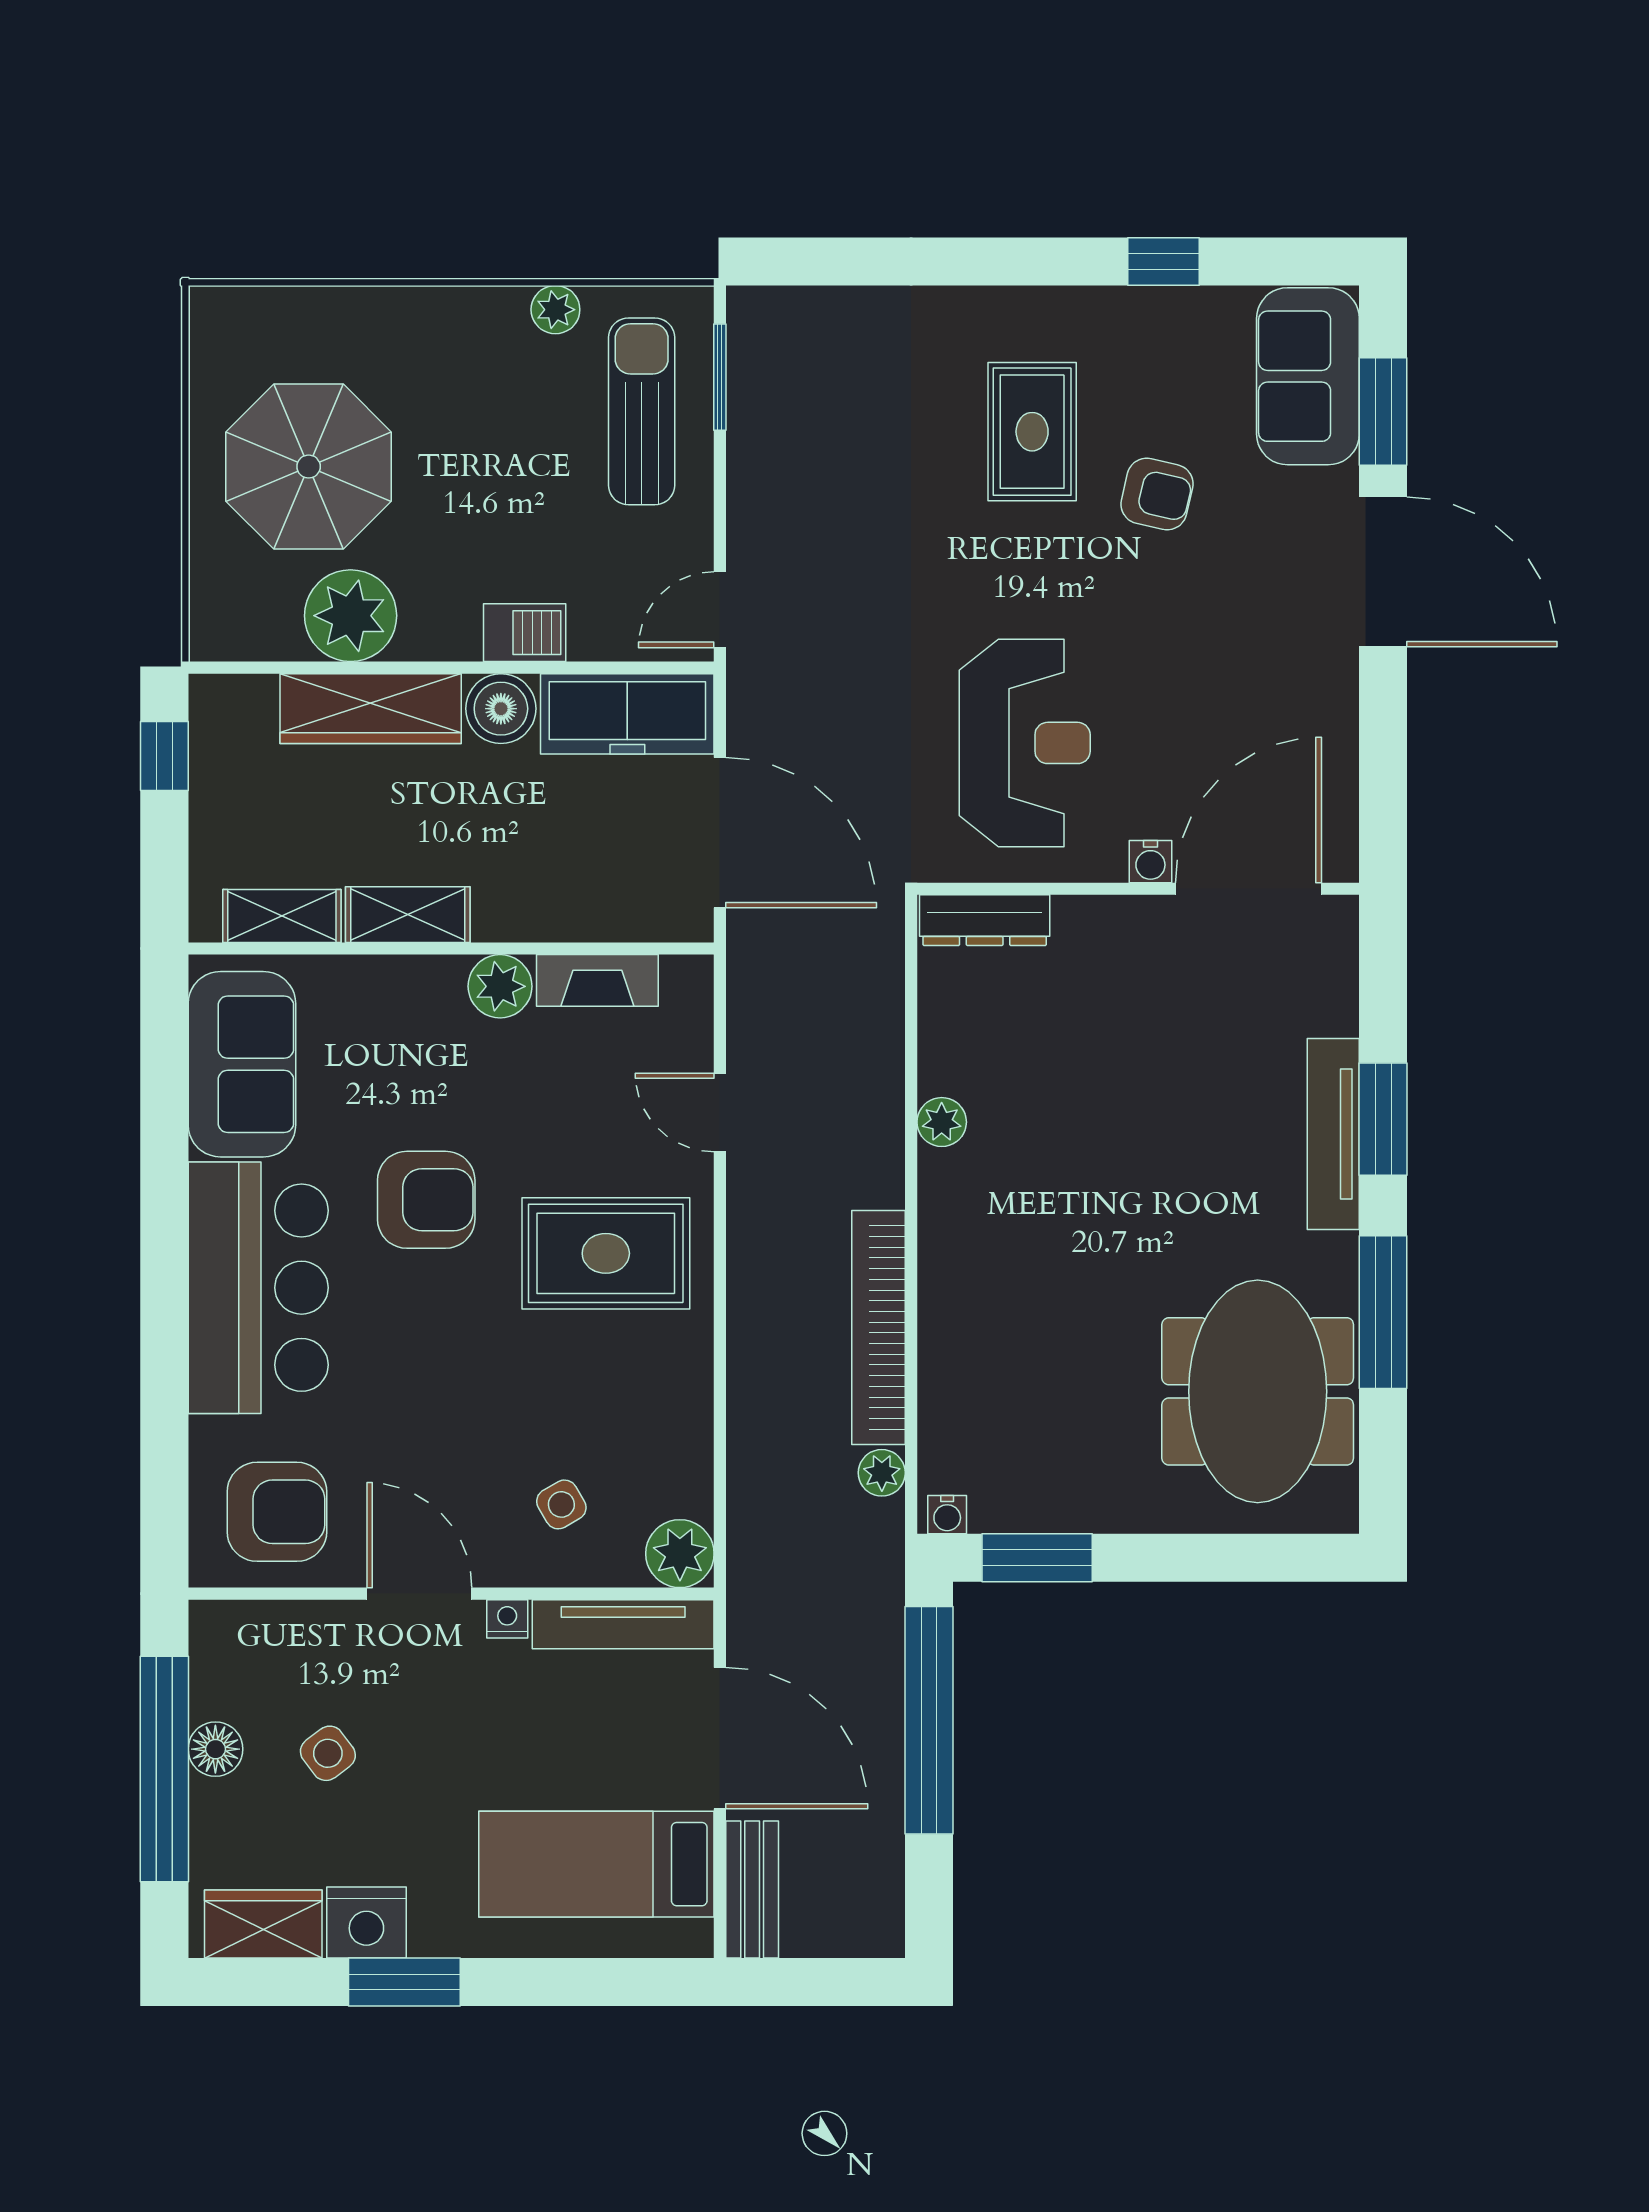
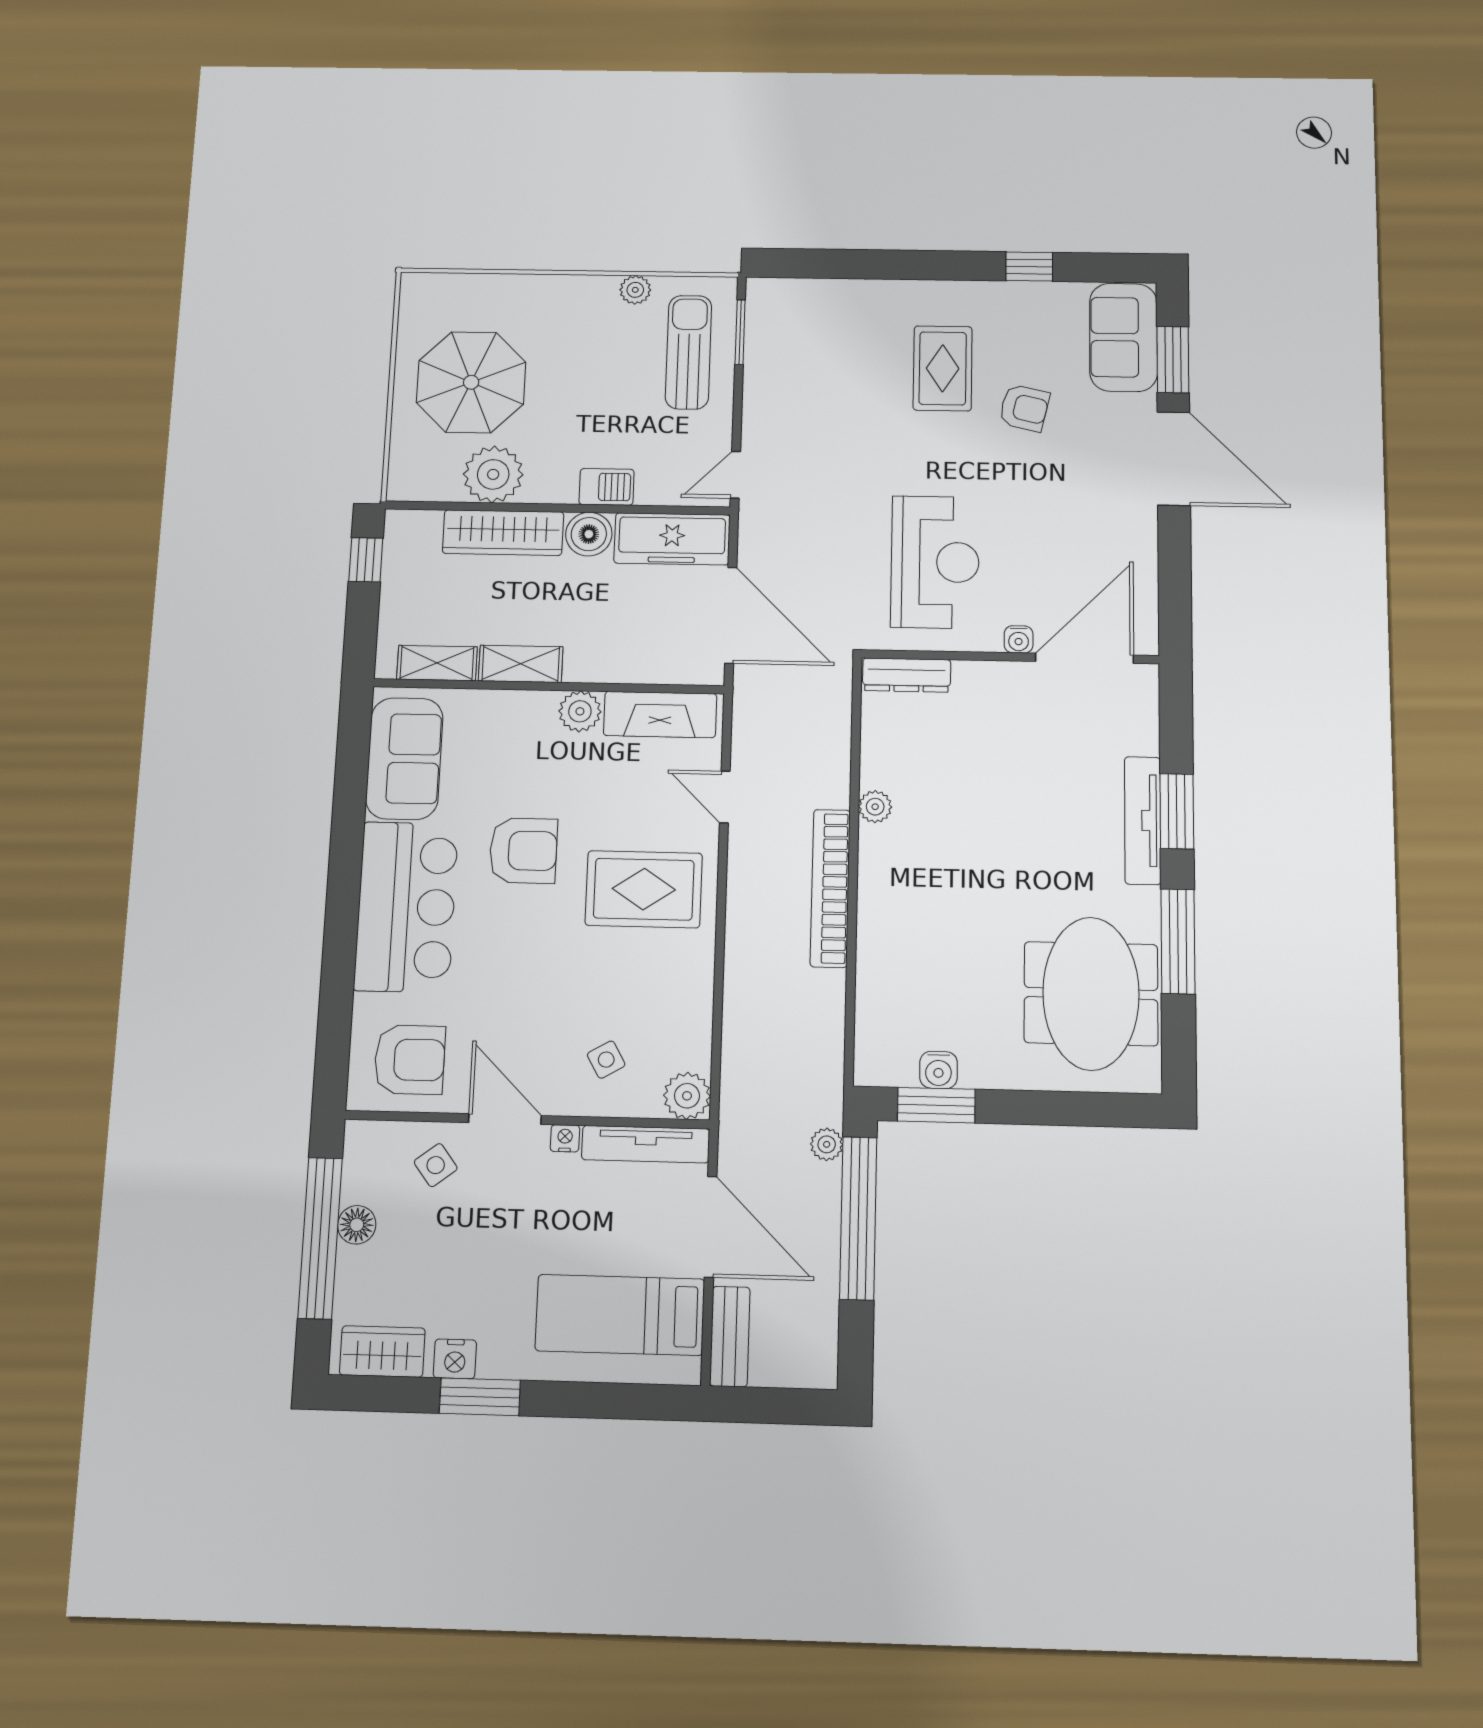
fireplace: (597, 980) -> (660, 715), width x1.37, depth x1.32
bookcase: (879, 1328) -> (830, 888), moved
plant: (882, 1473) -> (827, 1144), moved
water cooler: (947, 1515) -> (939, 1070), moved, width x1.38, depth x1.38
side table: (328, 1753) -> (436, 1165), moved
nightstand: (366, 1923) -> (455, 1359), width x0.74, depth x0.75

